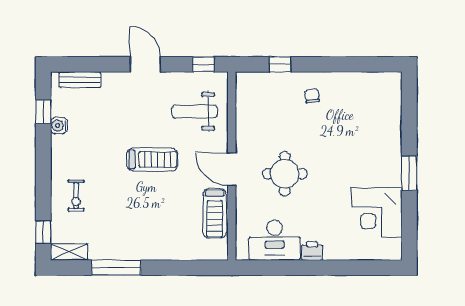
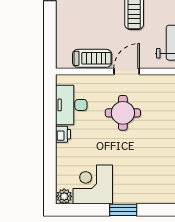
treadmill: (215, 213) -> (92, 58), turned 180
plant: (392, 249) -> (64, 196), added

